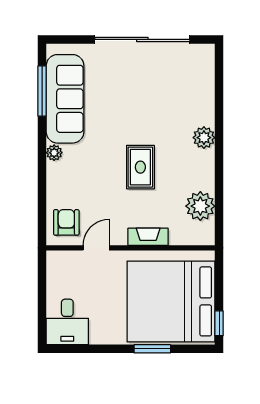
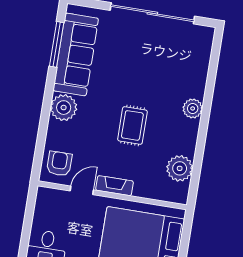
plant: (54, 153) -> (64, 108), width x1.87, depth x1.87
fireplace: (148, 237) -> (115, 186), moved

